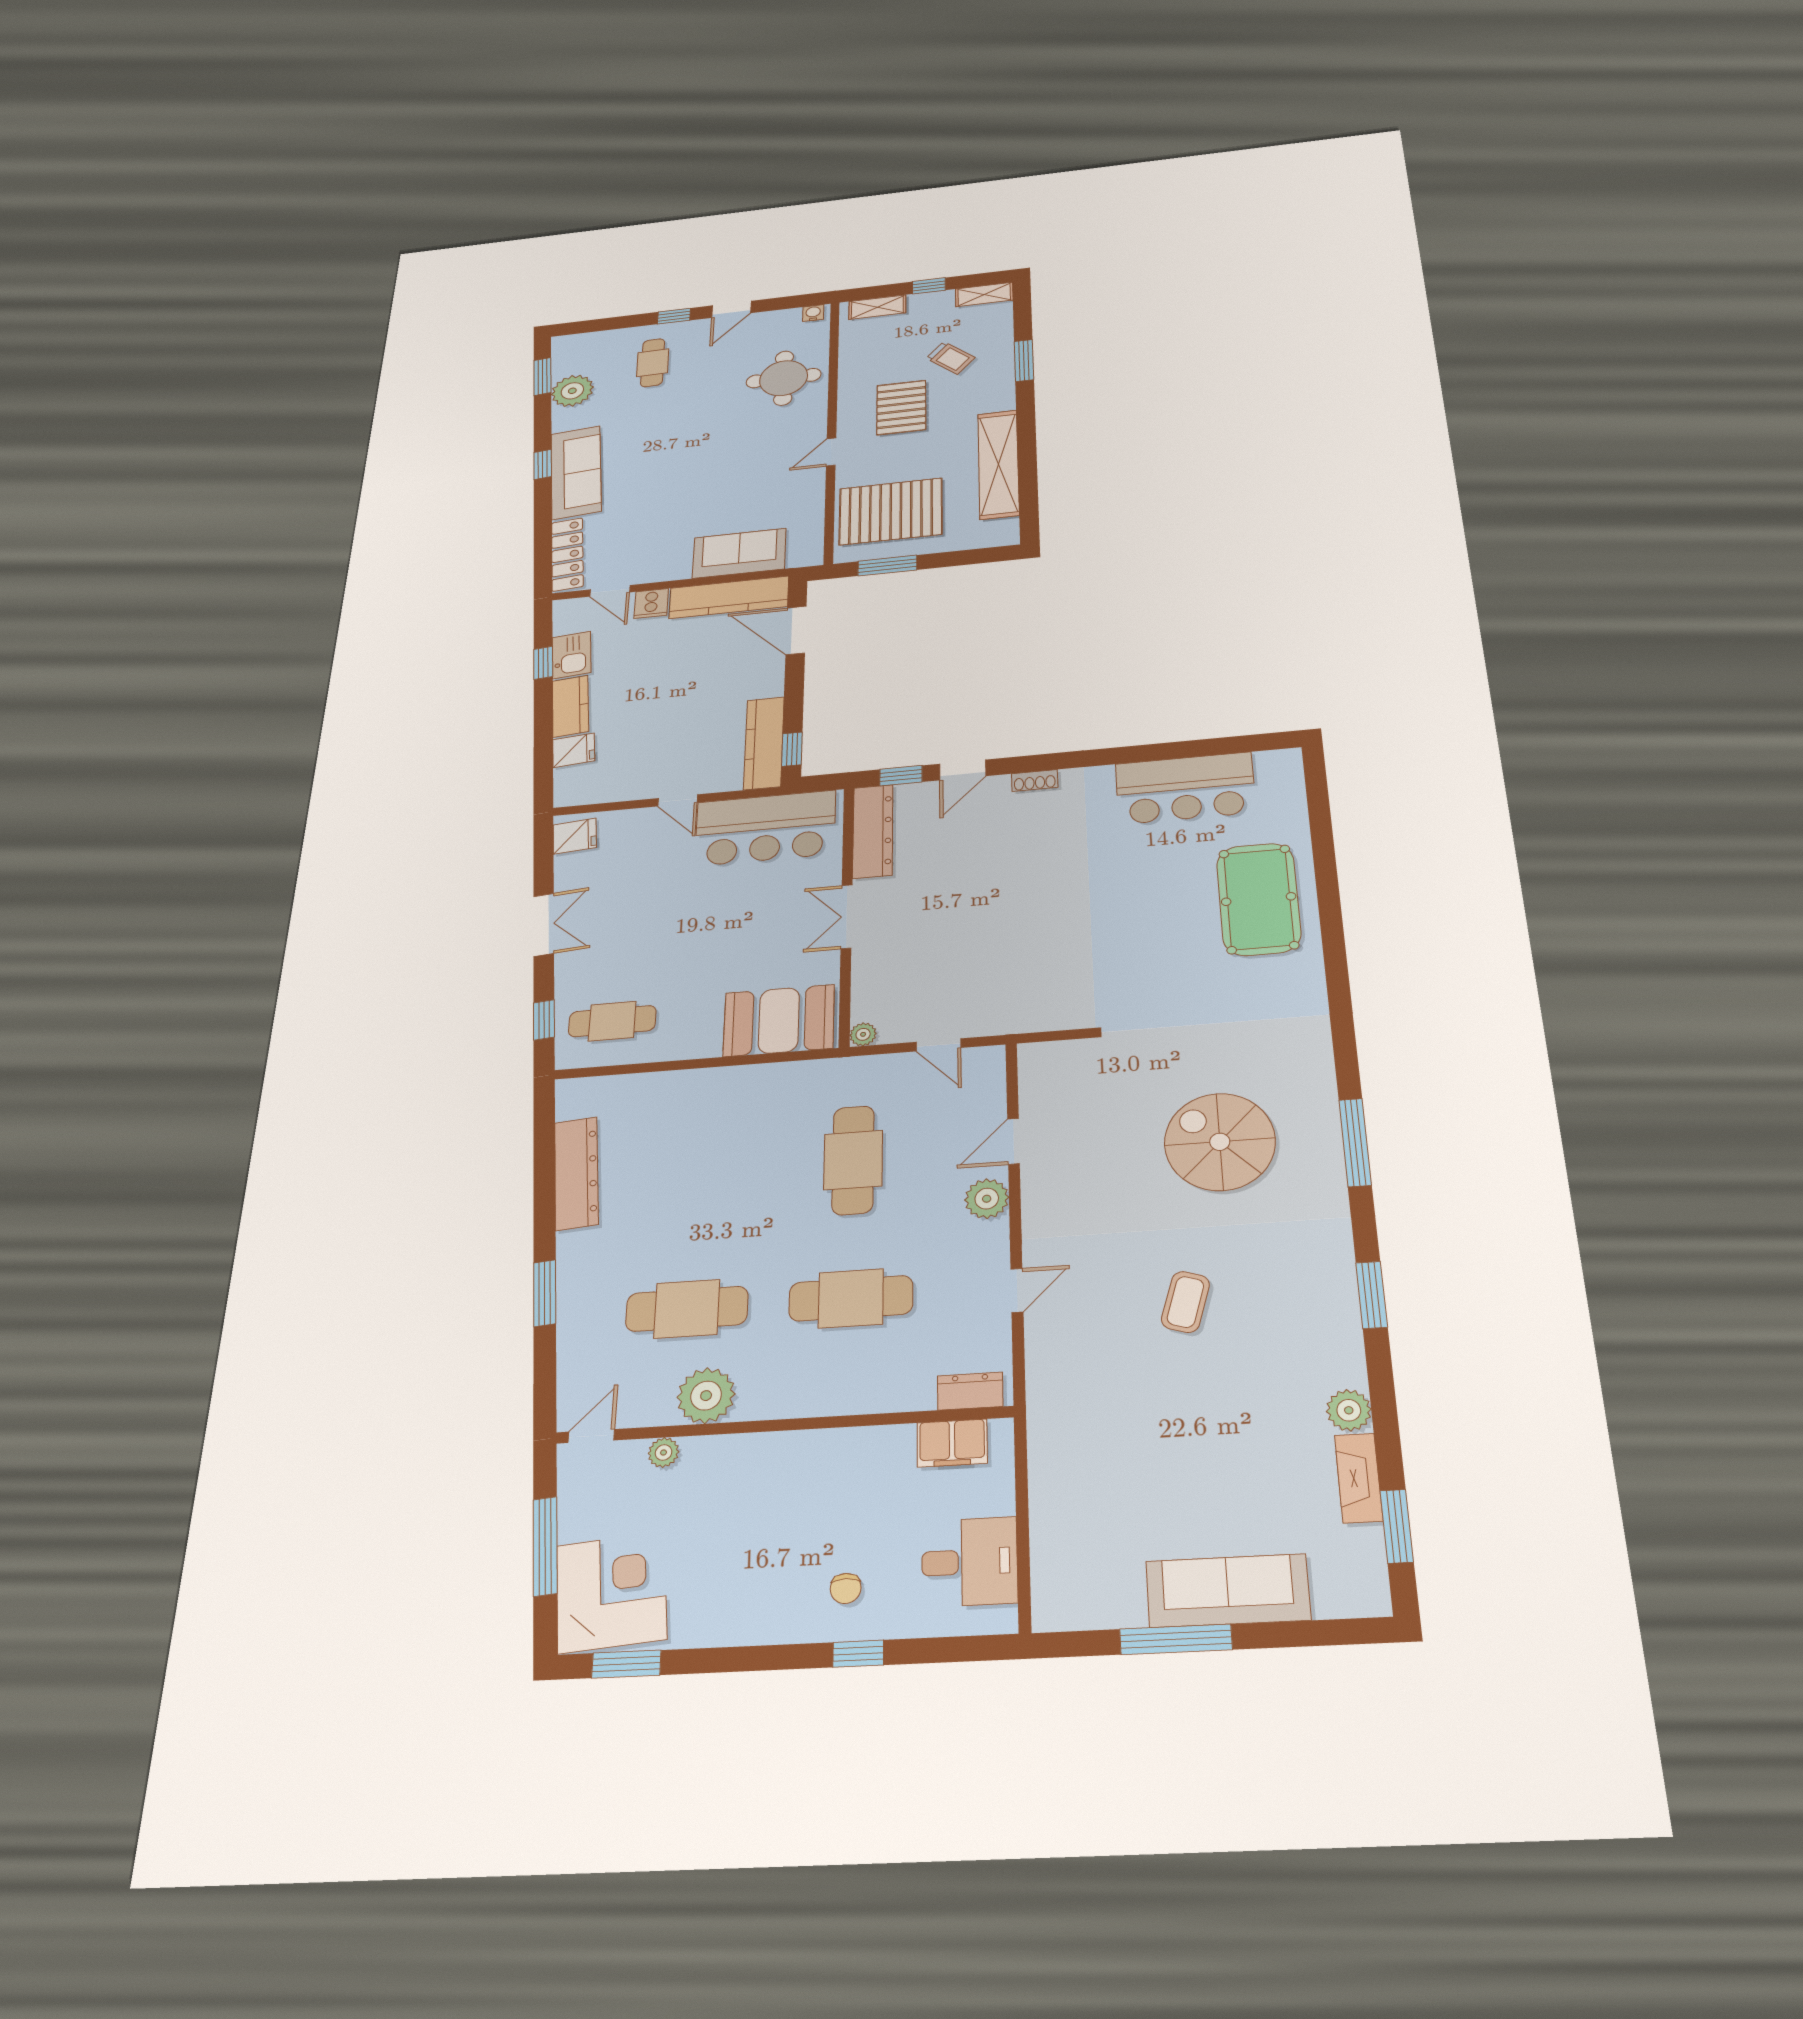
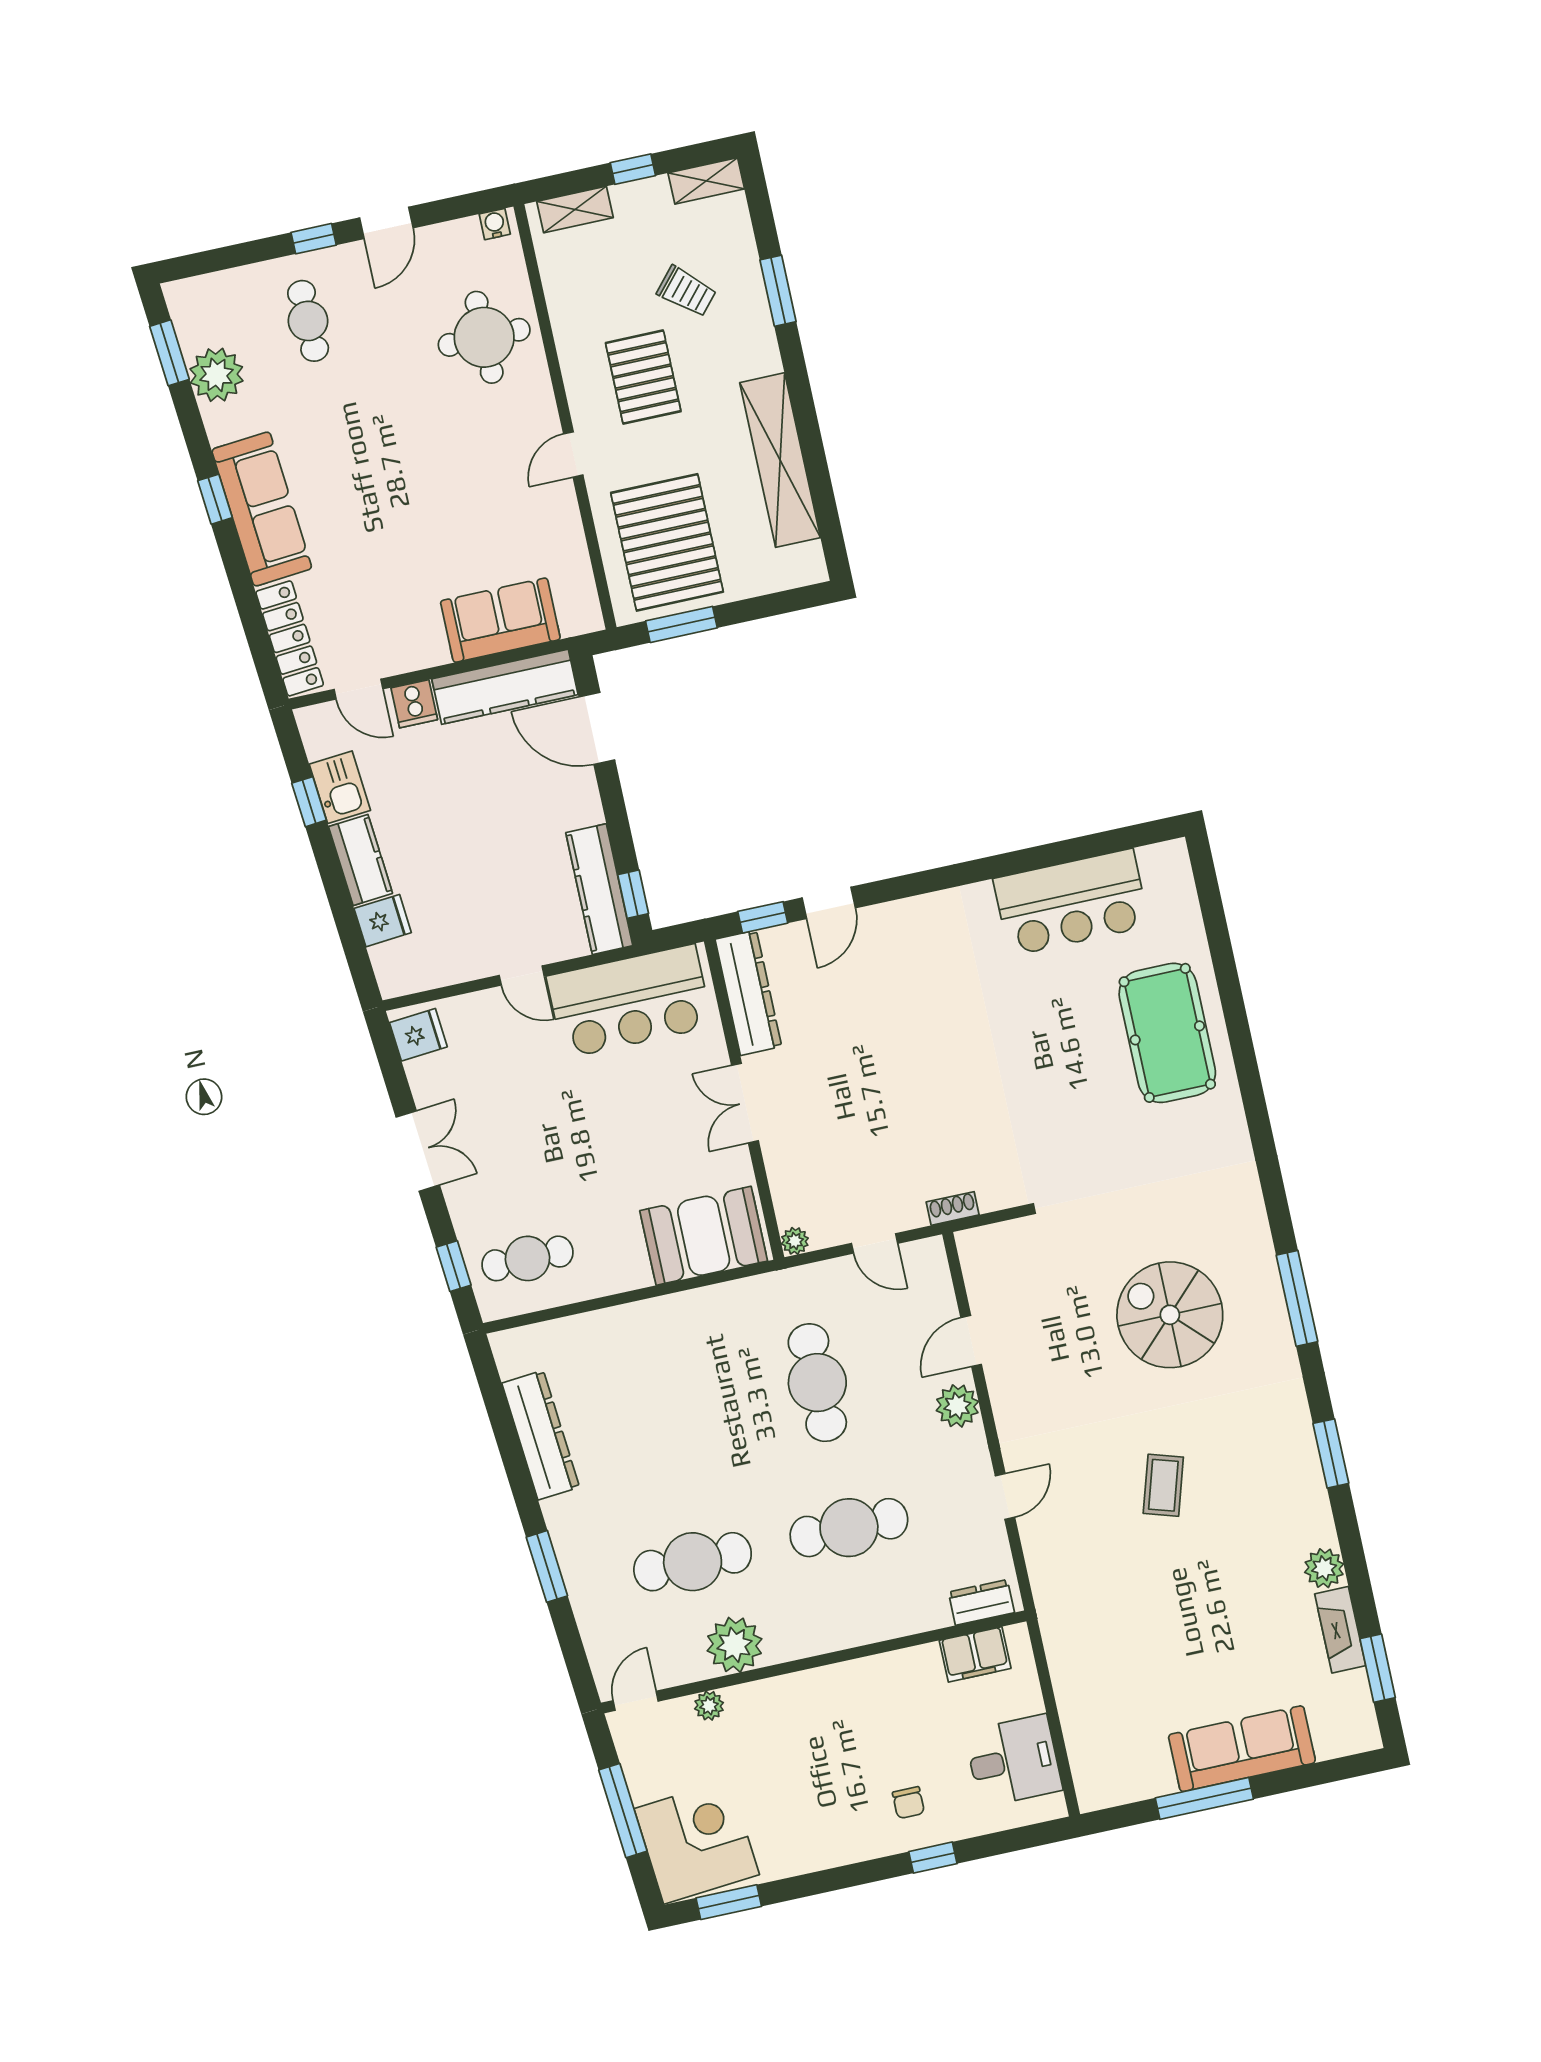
pallet: (891, 511) -> (667, 542), turned 90
shoe rack: (1035, 781) -> (953, 1208), moved, turned 180

